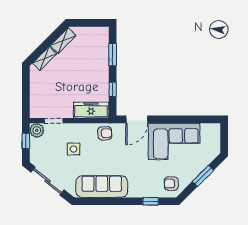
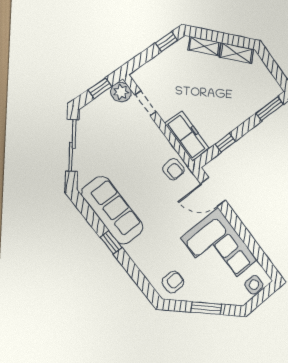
window: (113, 55) -> (270, 109), moved
window: (26, 80) -> (166, 42), added
side table: (74, 149) -> (254, 285), moved
armchair: (171, 184) -> (173, 282), turned 90
window: (151, 201) -> (111, 242), moved

